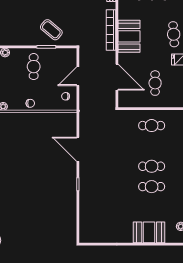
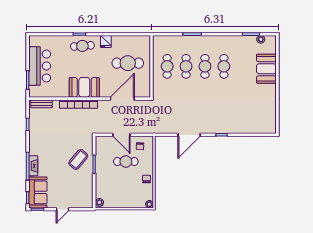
cafe table: (34, 67) -> (126, 162), moved
cafe table: (155, 83) -> (128, 63), width x1.37, depth x1.35
cafe table: (152, 146) -> (186, 66), added

